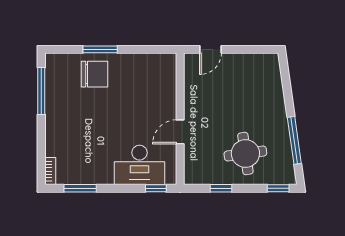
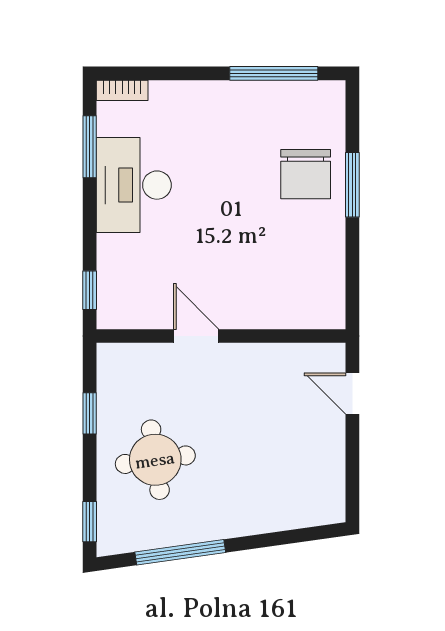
desk: (139, 165) -> (134, 185), moved

